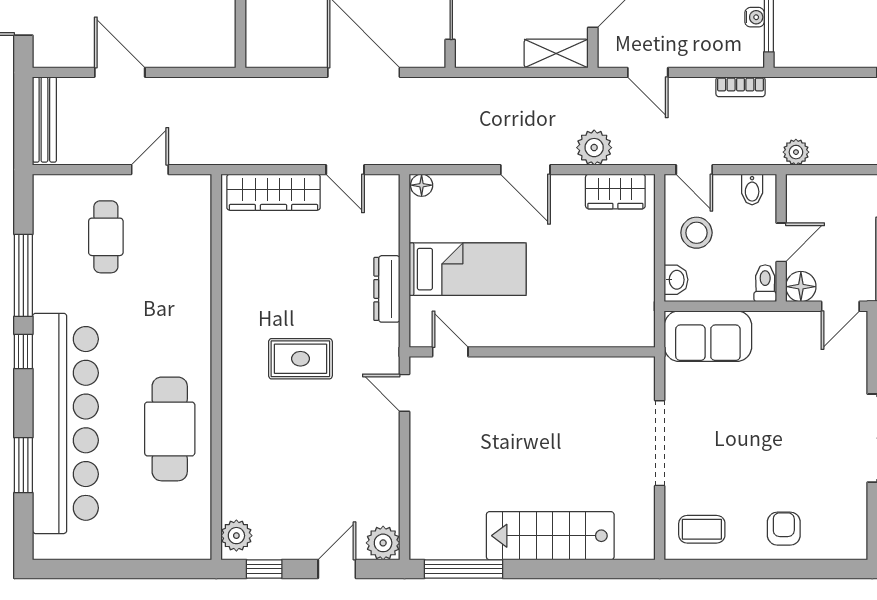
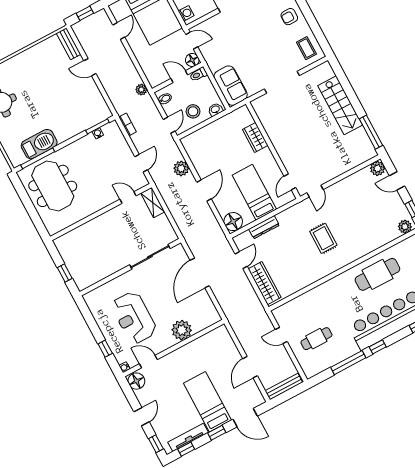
floor lamp: (422, 185) -> (233, 222), width x1.89, depth x1.89
wardrobe: (615, 191) -> (255, 137), moved, turned 180
dresser: (387, 289) -> (264, 227), moved

